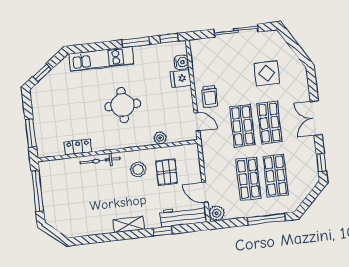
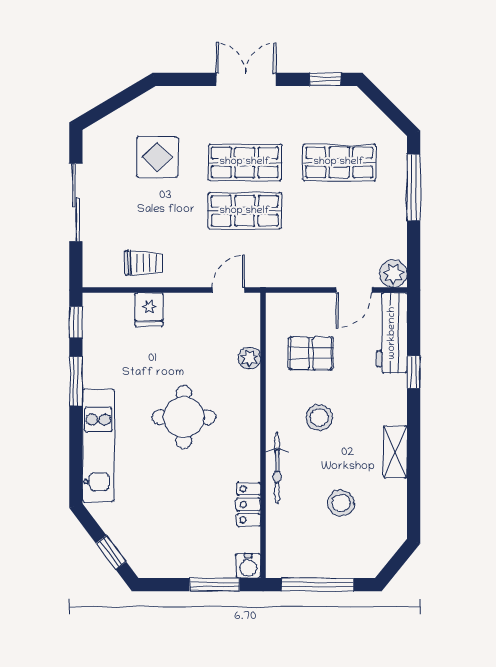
water cooler: (181, 62) -> (248, 566), moved, turned 180
trolley: (210, 97) -> (144, 263), moved
double door: (316, 118) -> (246, 79), swing flipped
stool: (138, 170) -> (319, 418), moved
shop shelf: (248, 179) -> (339, 211), removed
stool: (85, 199) -> (341, 503), added
shelving: (129, 224) -> (395, 452), moved

